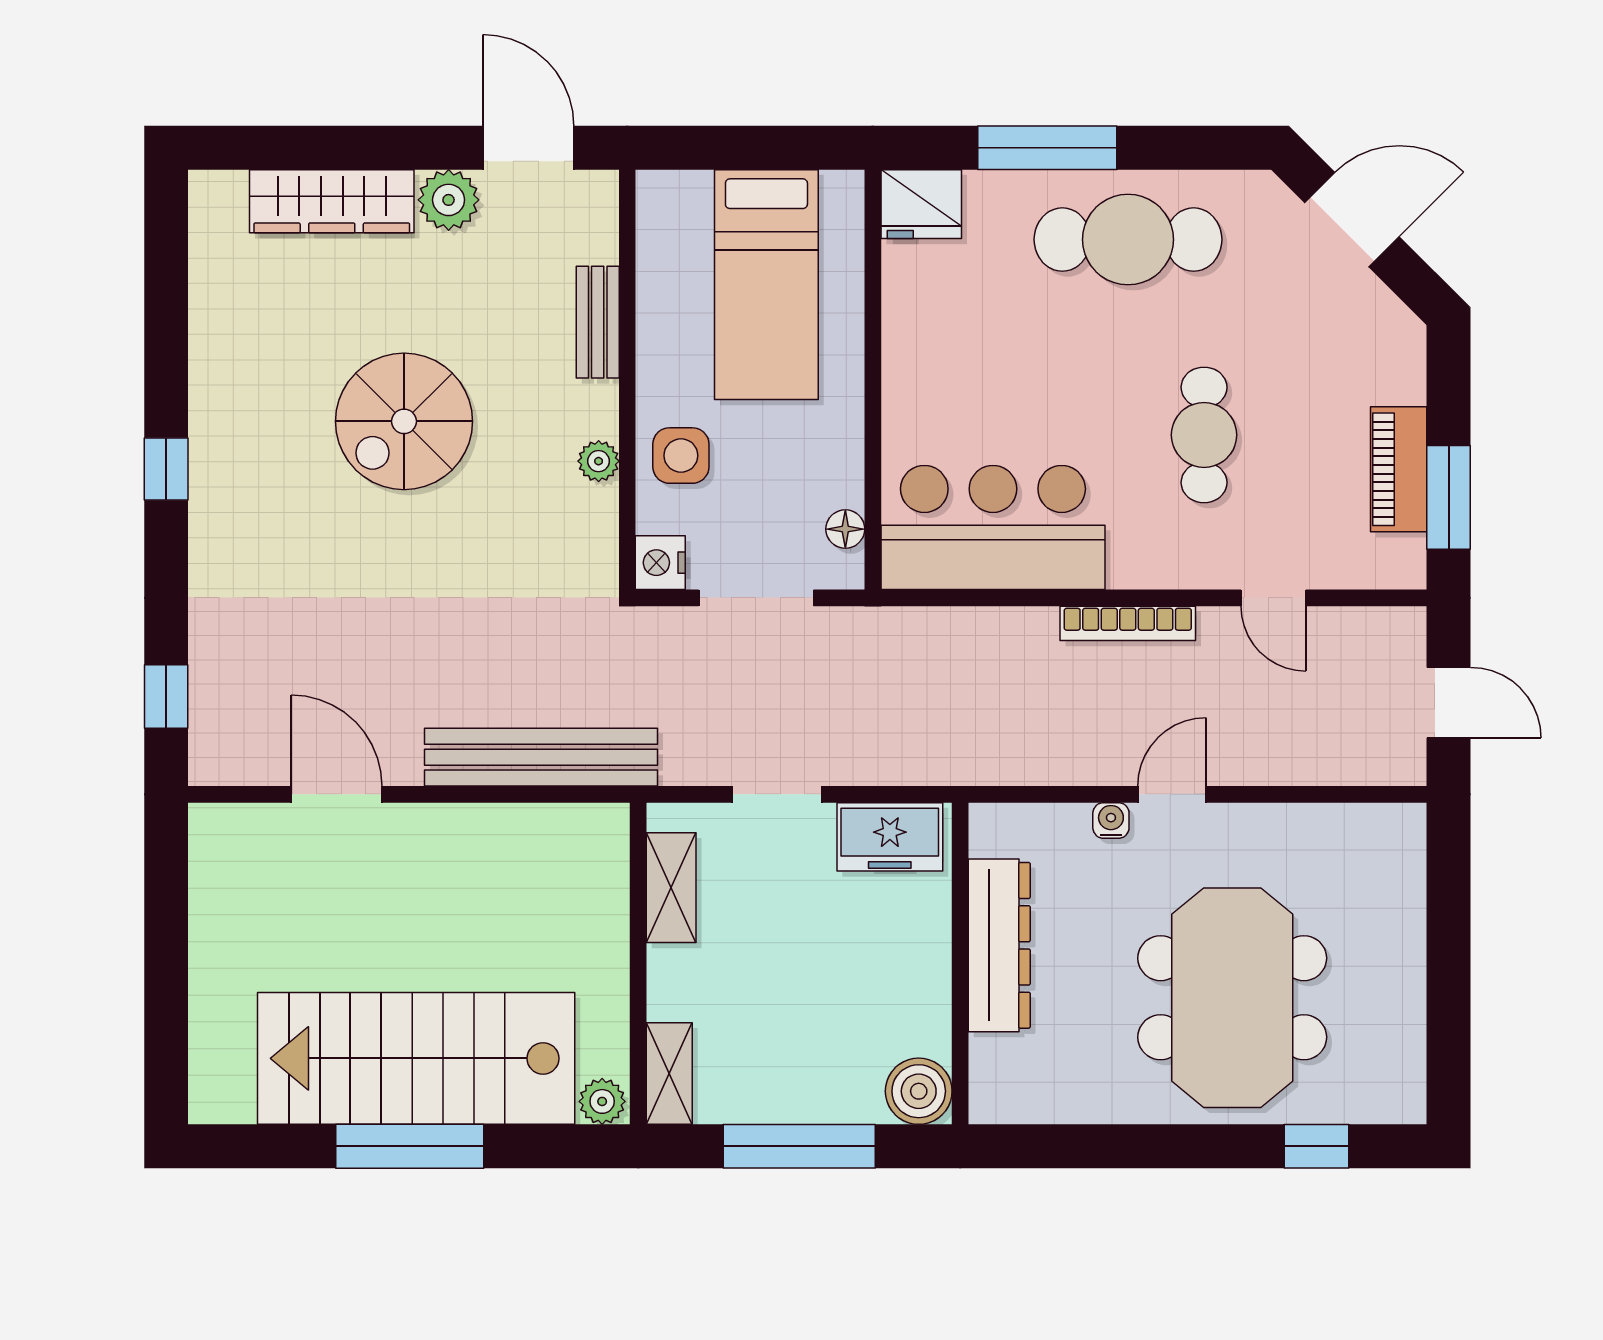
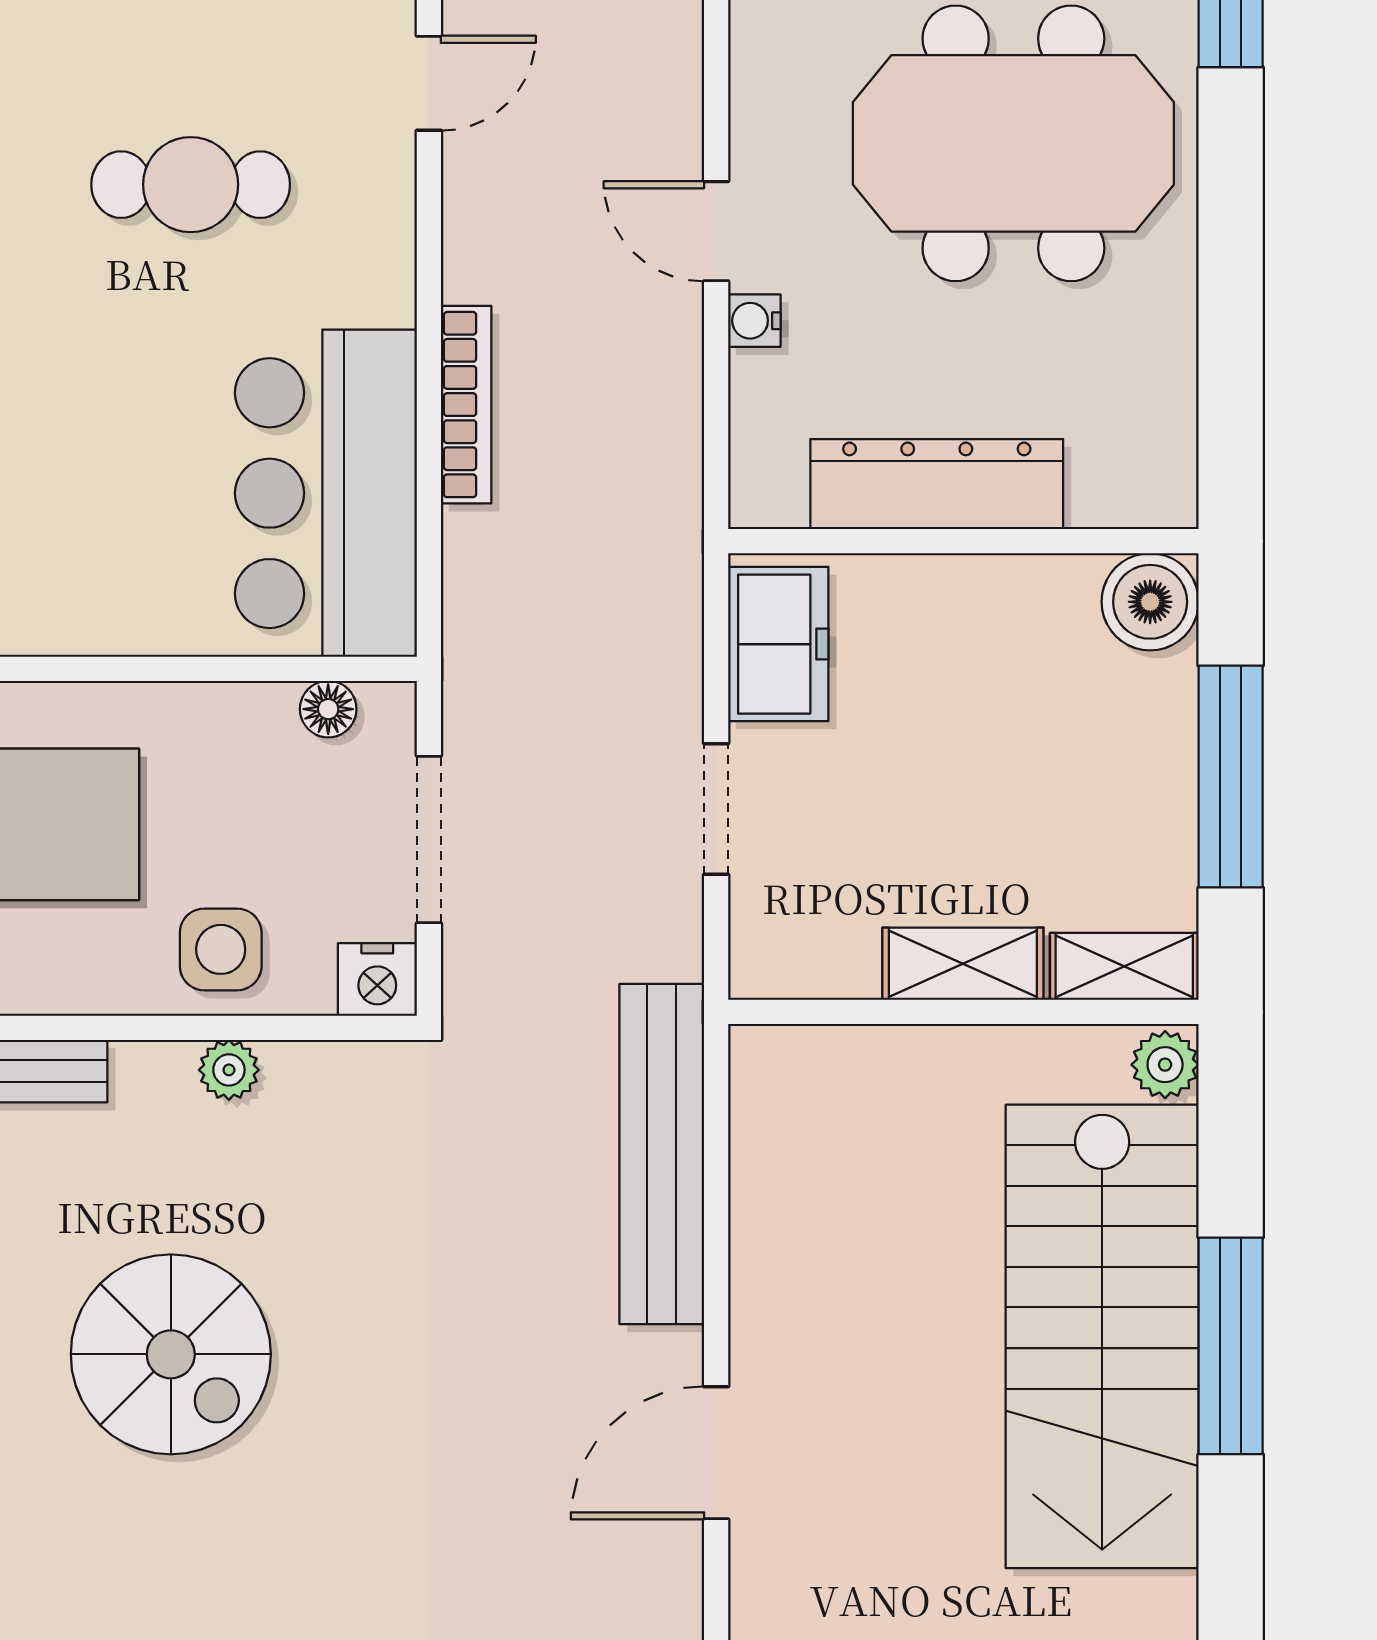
bookcase: (1128, 623) -> (466, 405), moved
shelving: (671, 888) -> (963, 964), moved

